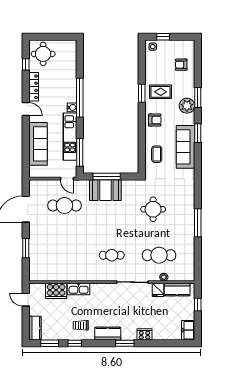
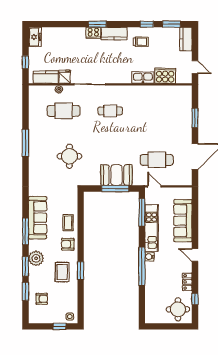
window: (198, 72) -> (25, 291), added
locker: (34, 87) -> (187, 282), width x0.66
rug: (161, 92) -> (62, 272), turned 90
window: (198, 133) -> (25, 231), width x1.44
coffee table: (157, 154) -> (68, 223), moved
cooker: (144, 334) -> (93, 33), moved

